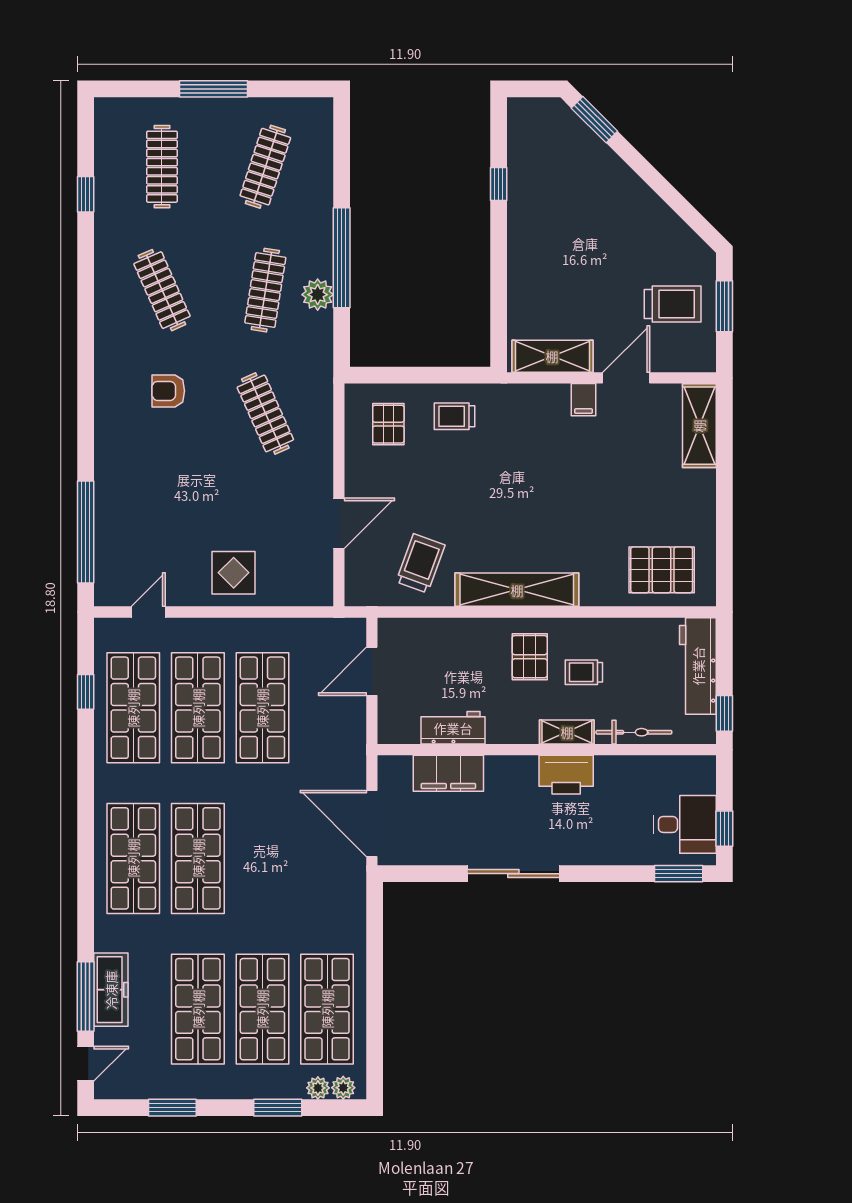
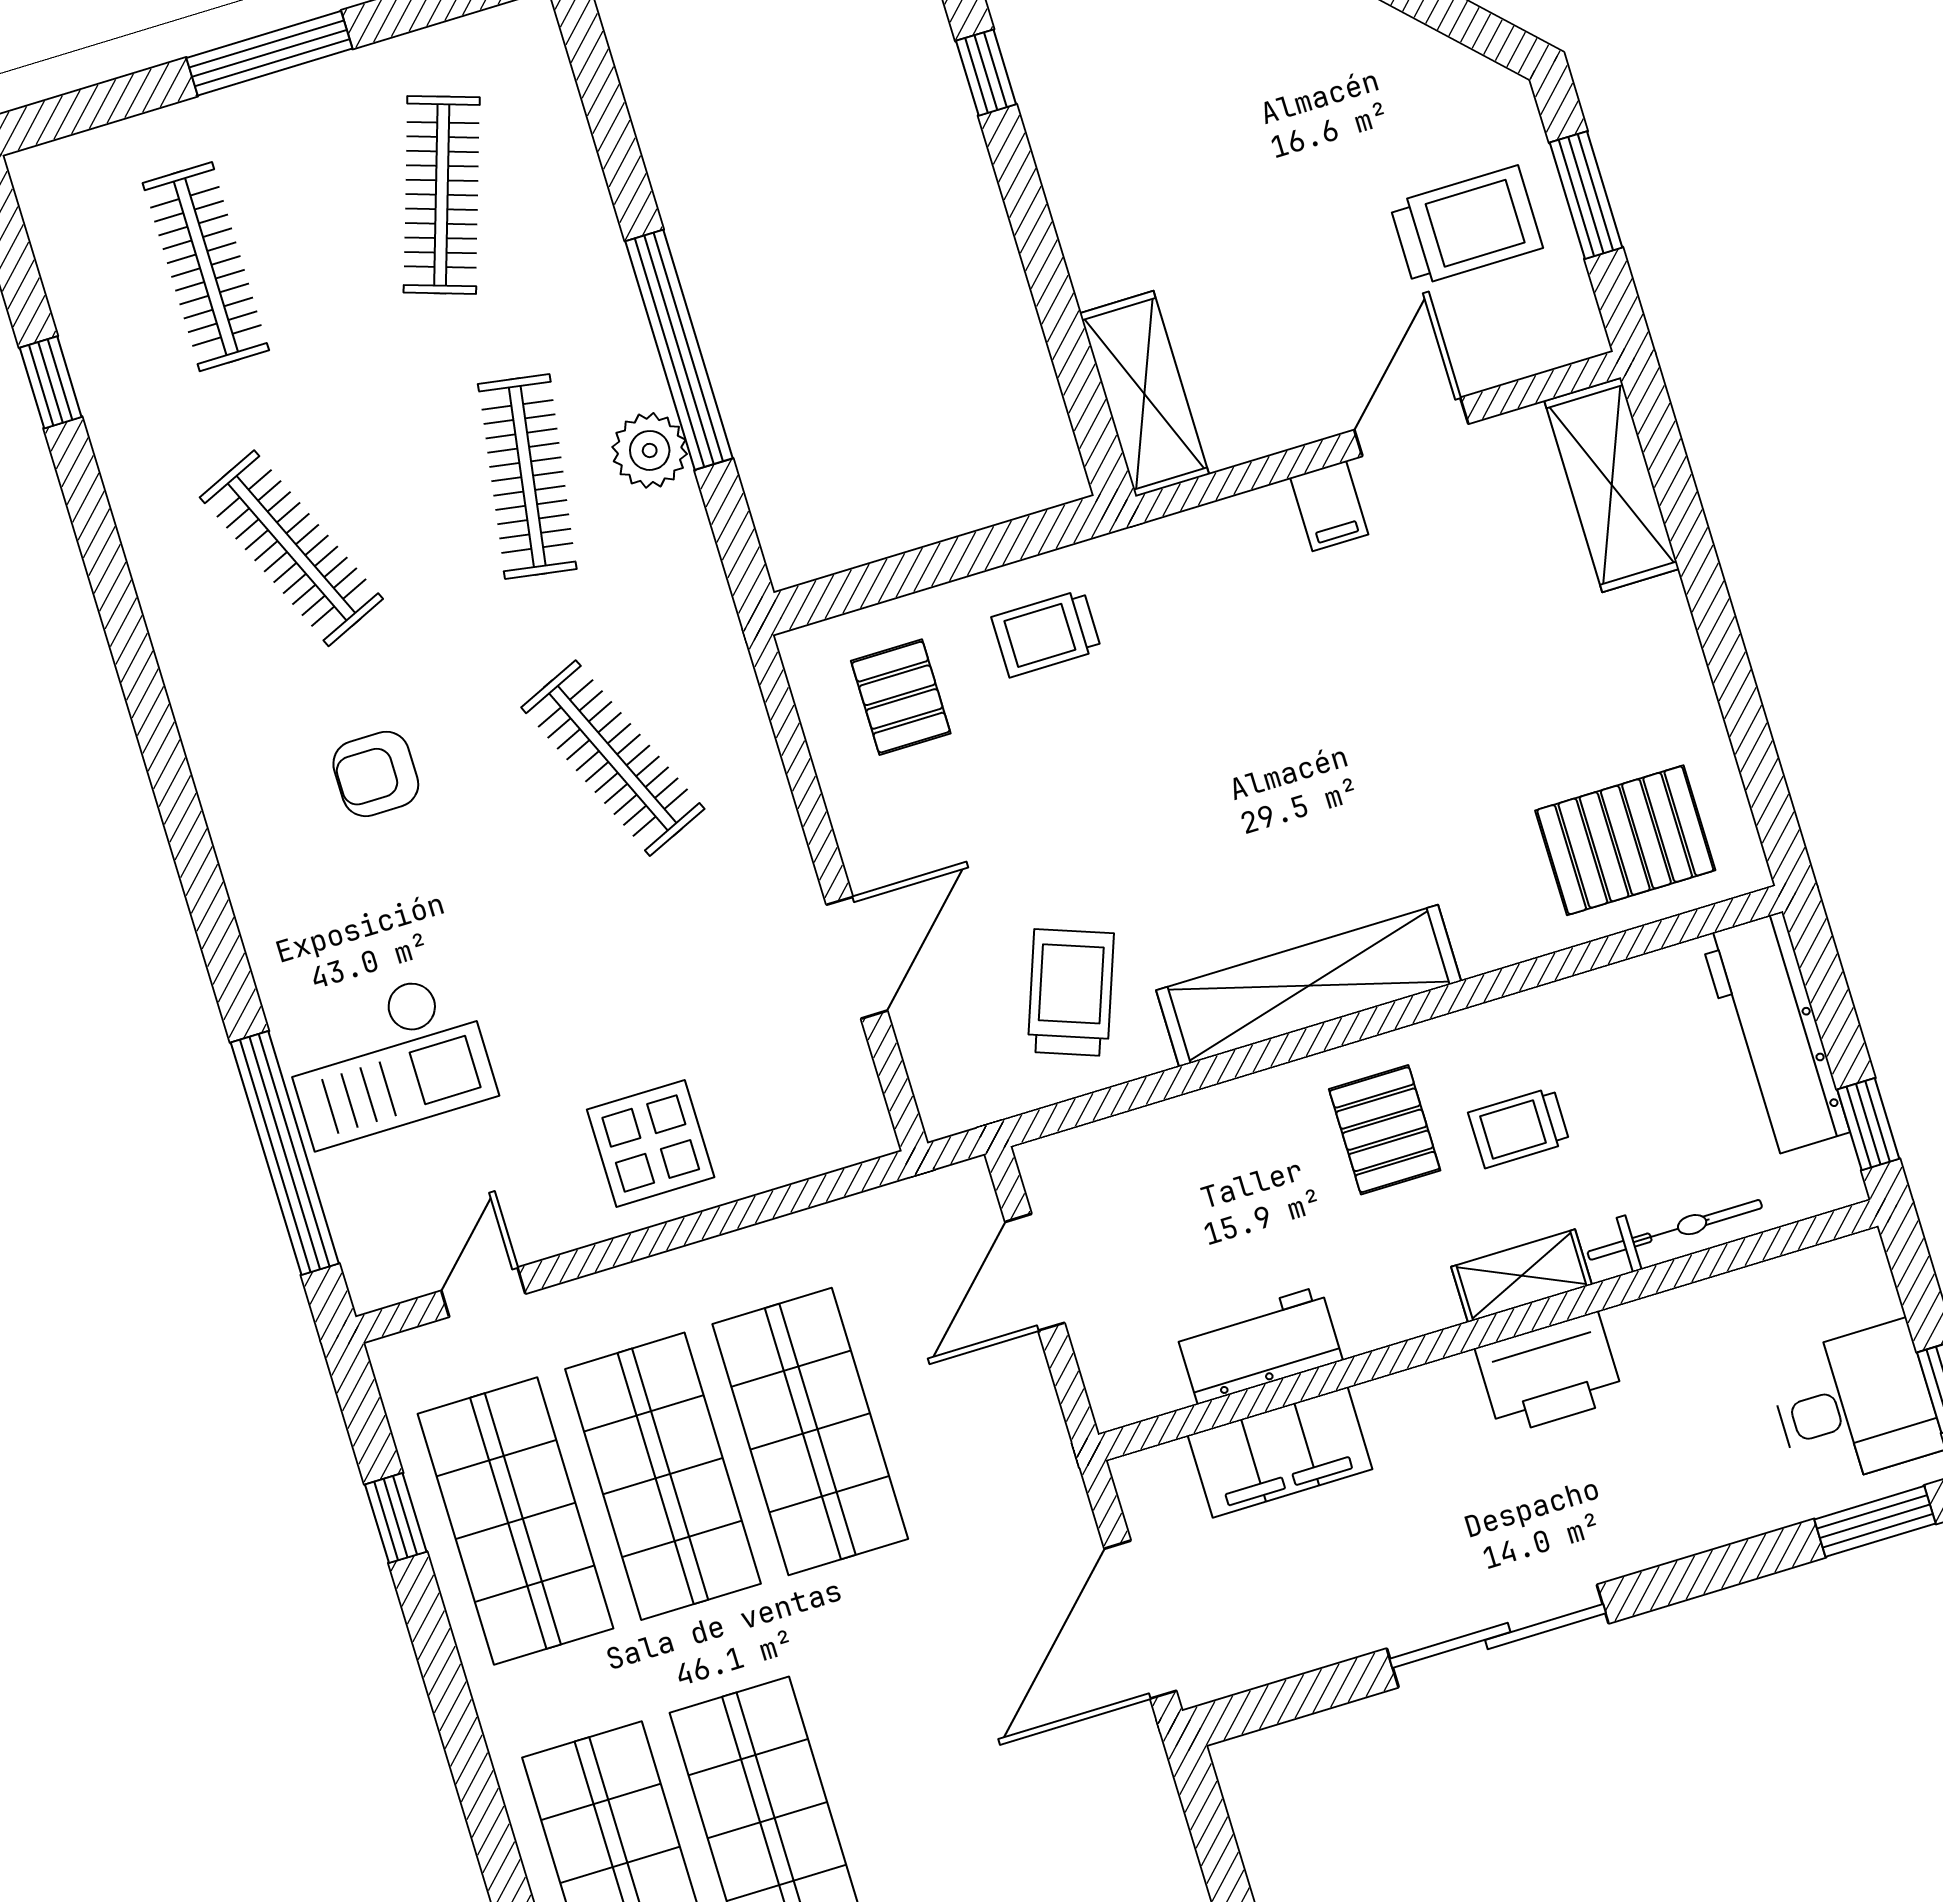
shelving: (552, 356) -> (1144, 394), moved, turned 90
checkout: (138, 507) -> (388, 1059), added
door: (372, 824) -> (1140, 1620), hinge flipped

